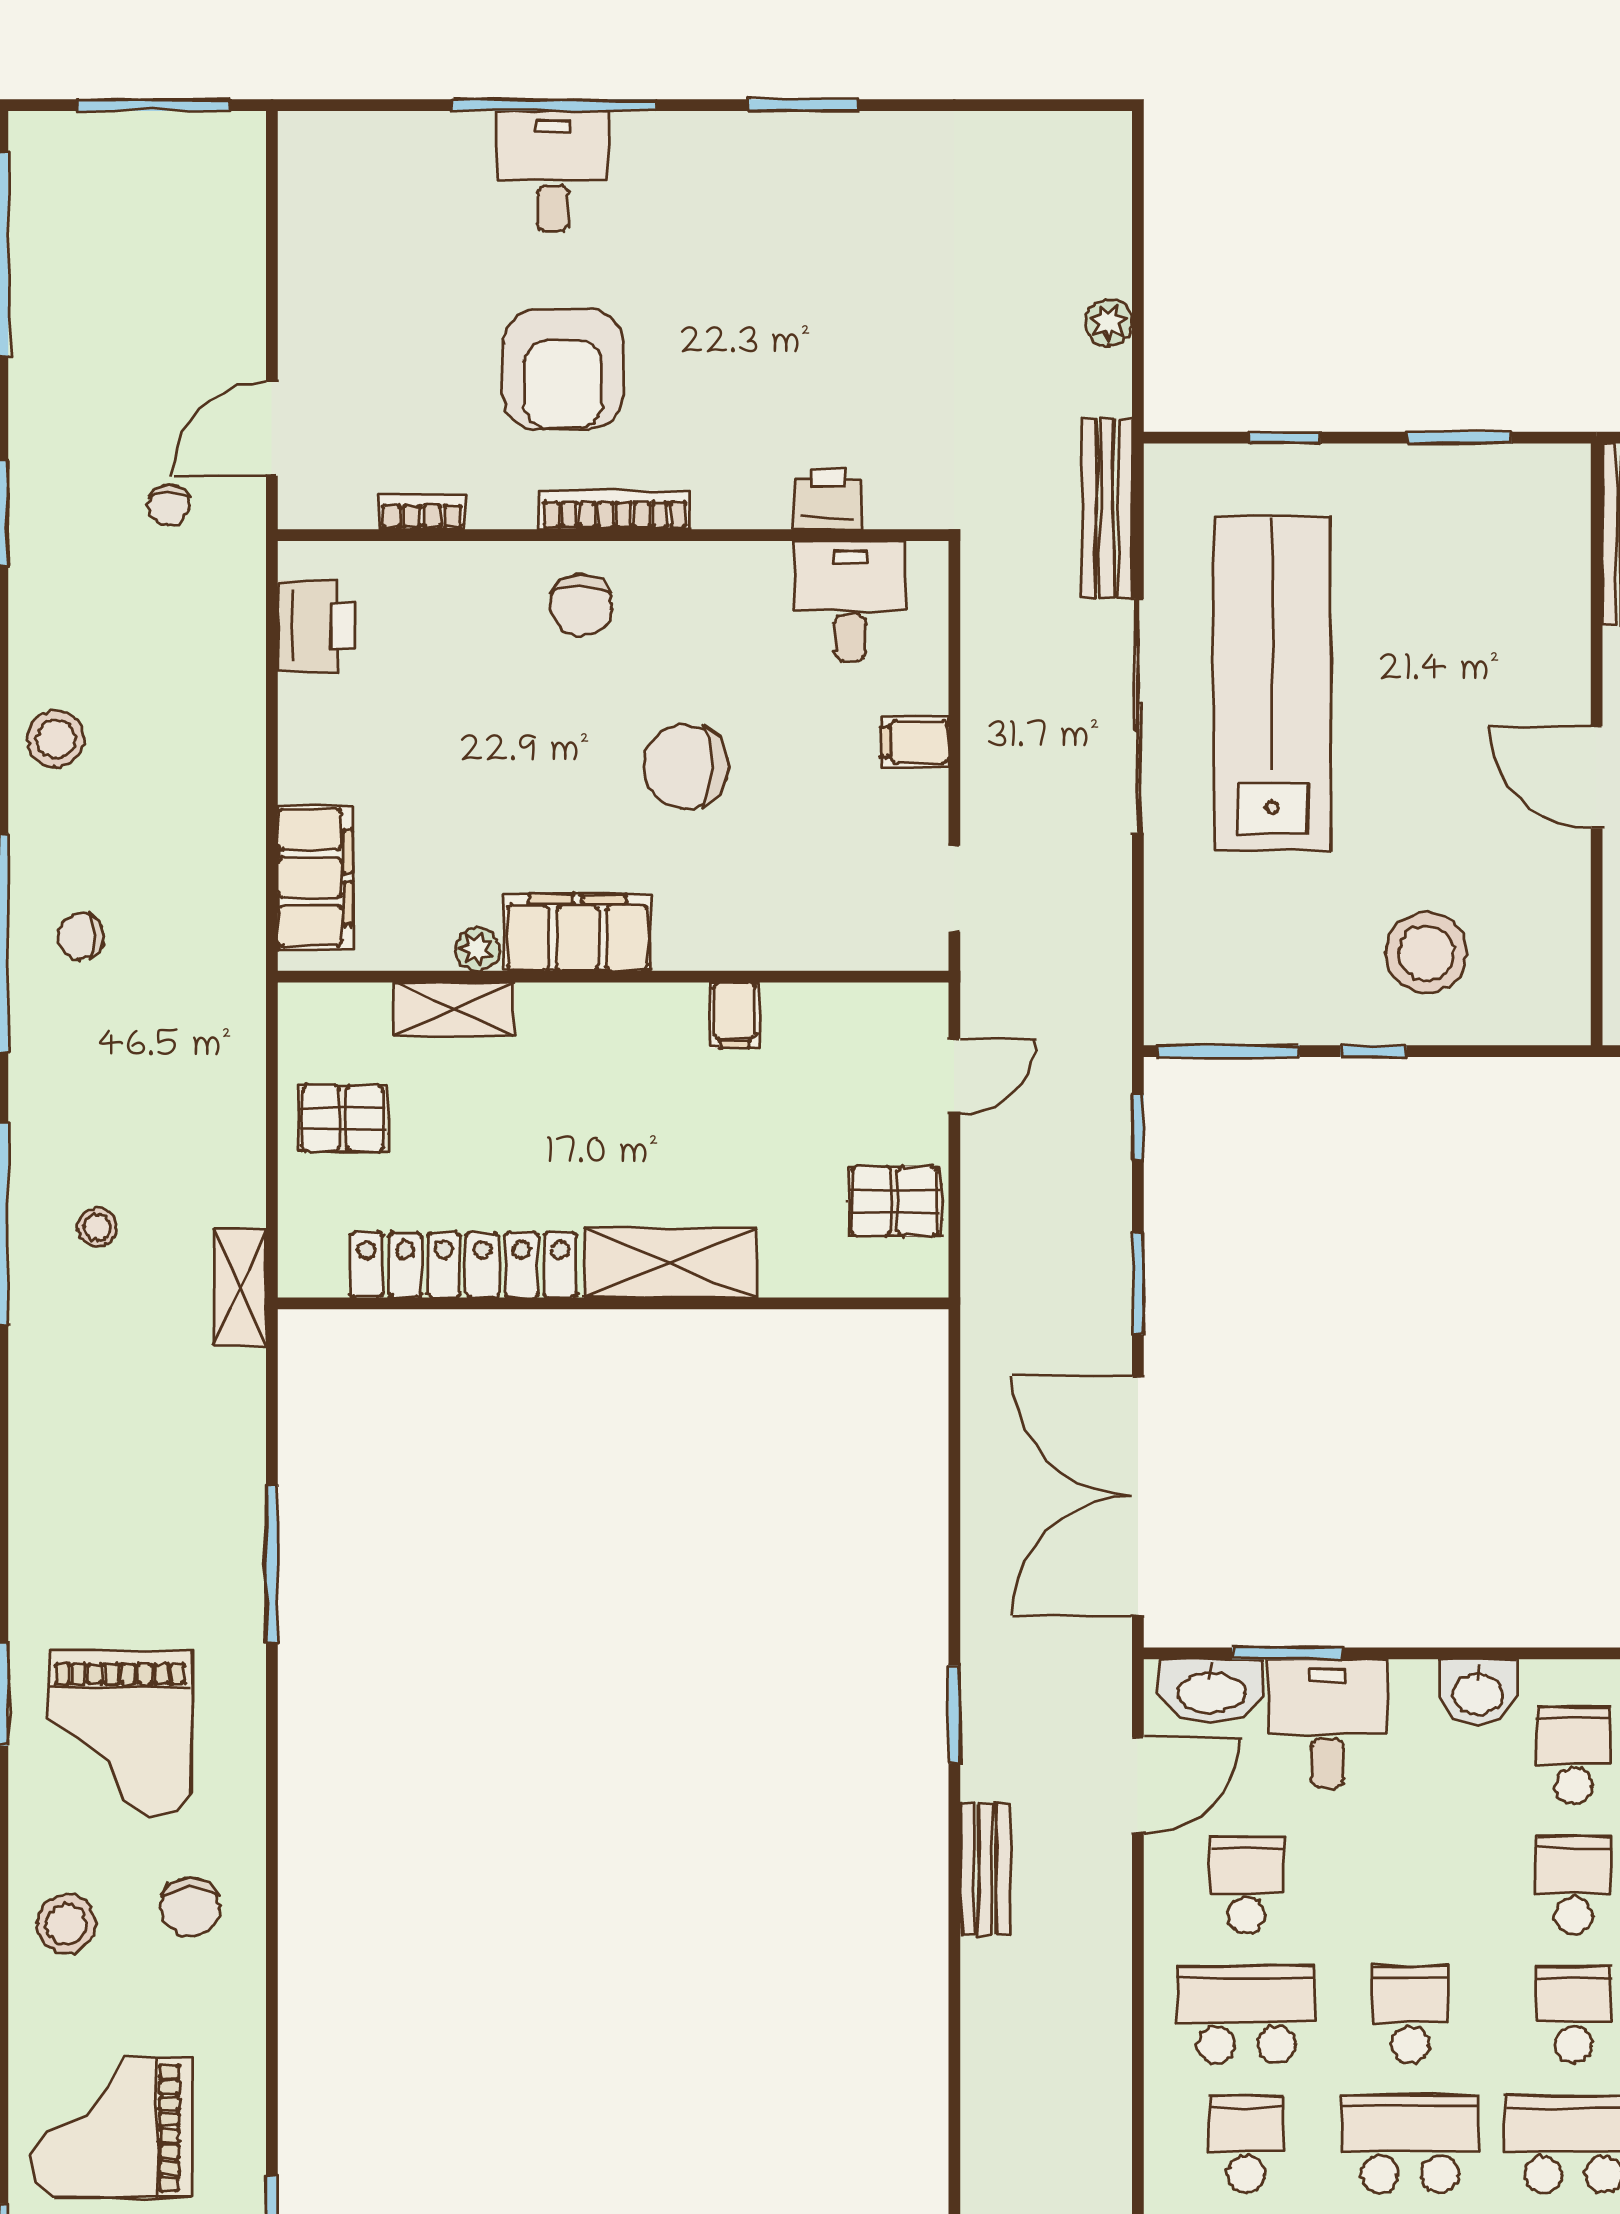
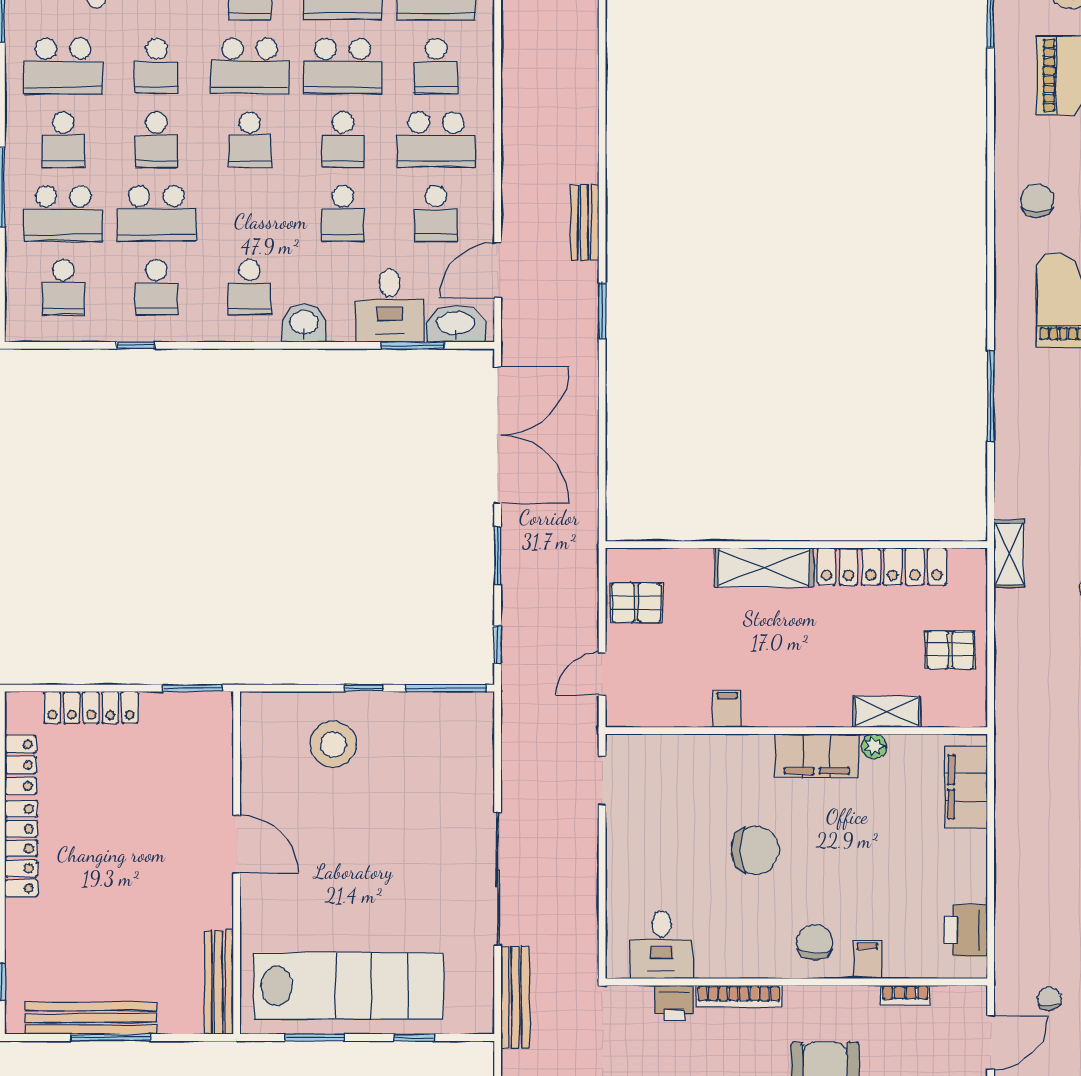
bookcase: (615, 510) -> (739, 996), moved
lab bench: (1272, 684) -> (349, 986), moved, turned -90
filing cabinet: (915, 742) -> (867, 960), moved, turned -90
school desk: (1574, 1885) -> (343, 213), moved

